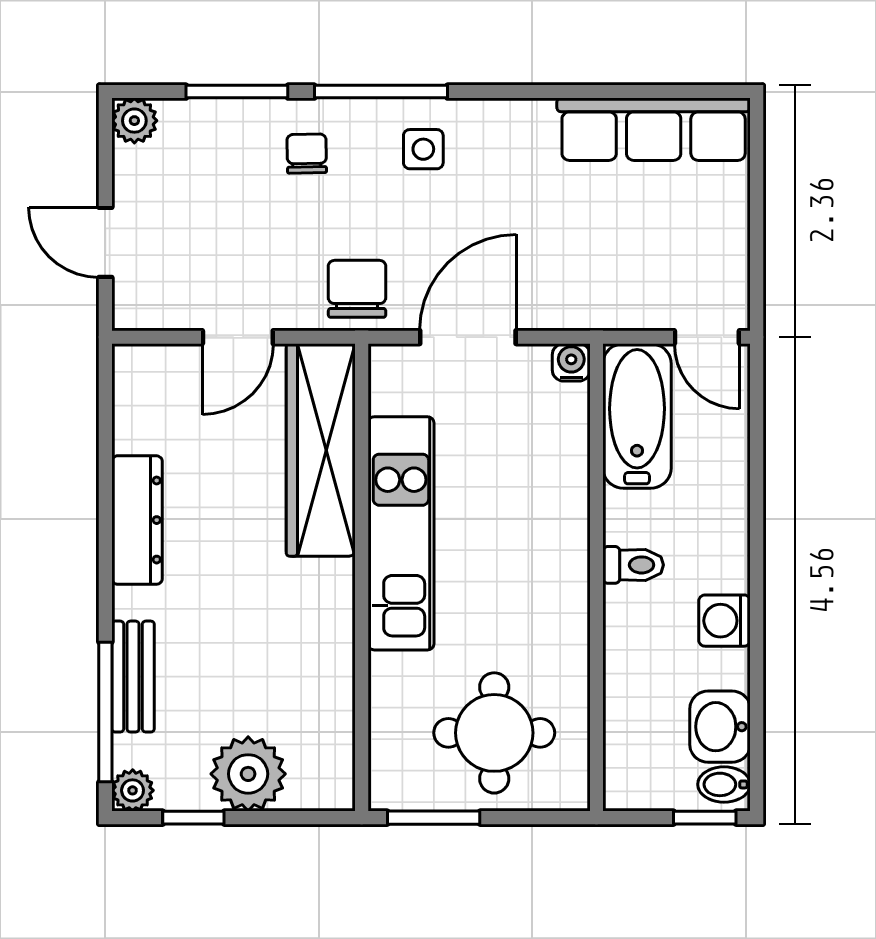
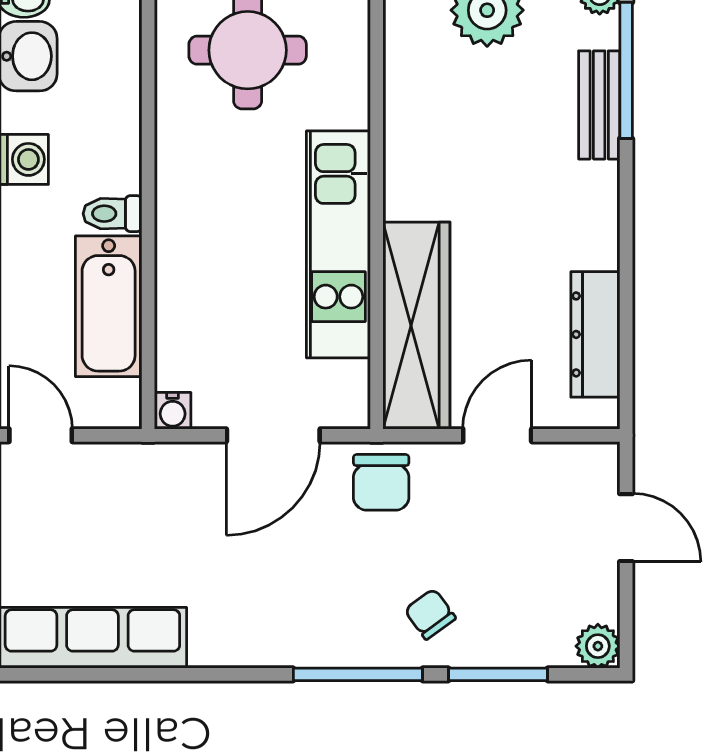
side table: (423, 149) -> (317, 618), removed
chair: (307, 154) -> (430, 614), turned 145
bathtub: (637, 416) -> (109, 306), moved
dresser: (137, 520) -> (595, 334), moved

